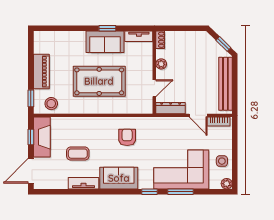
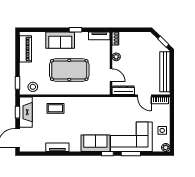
sofa: (105, 42) -> (60, 40), moved
piano: (41, 71) -> (25, 49), moved
door: (154, 88) -> (111, 75), hinge flipped
armchair: (127, 137) -> (90, 112), removed
coffee table: (78, 154) -> (55, 108), moved
sofa: (119, 178) -> (95, 143), moved

